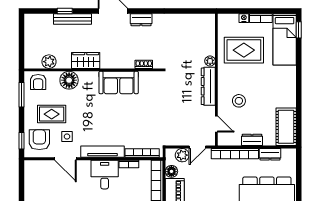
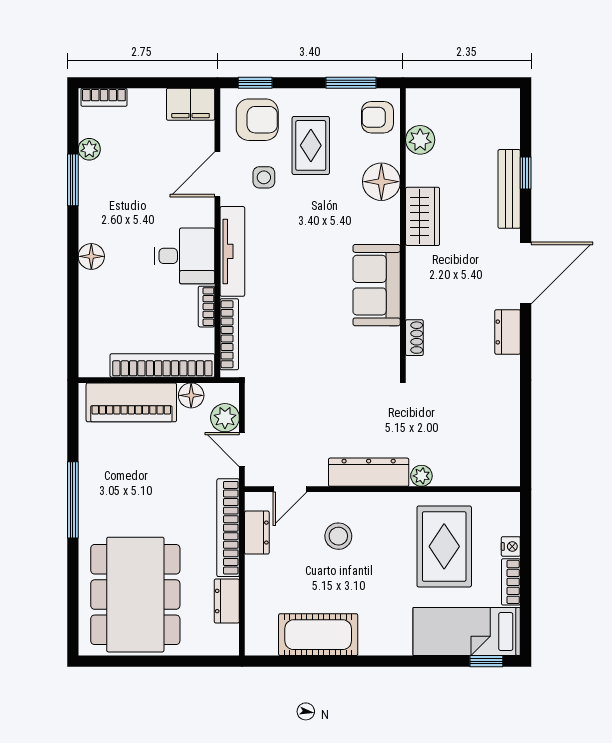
cot: (286, 127) -> (318, 635), moved
dresser: (252, 140) -> (257, 533), moved
filing cabinet: (32, 172) -> (191, 104), added

